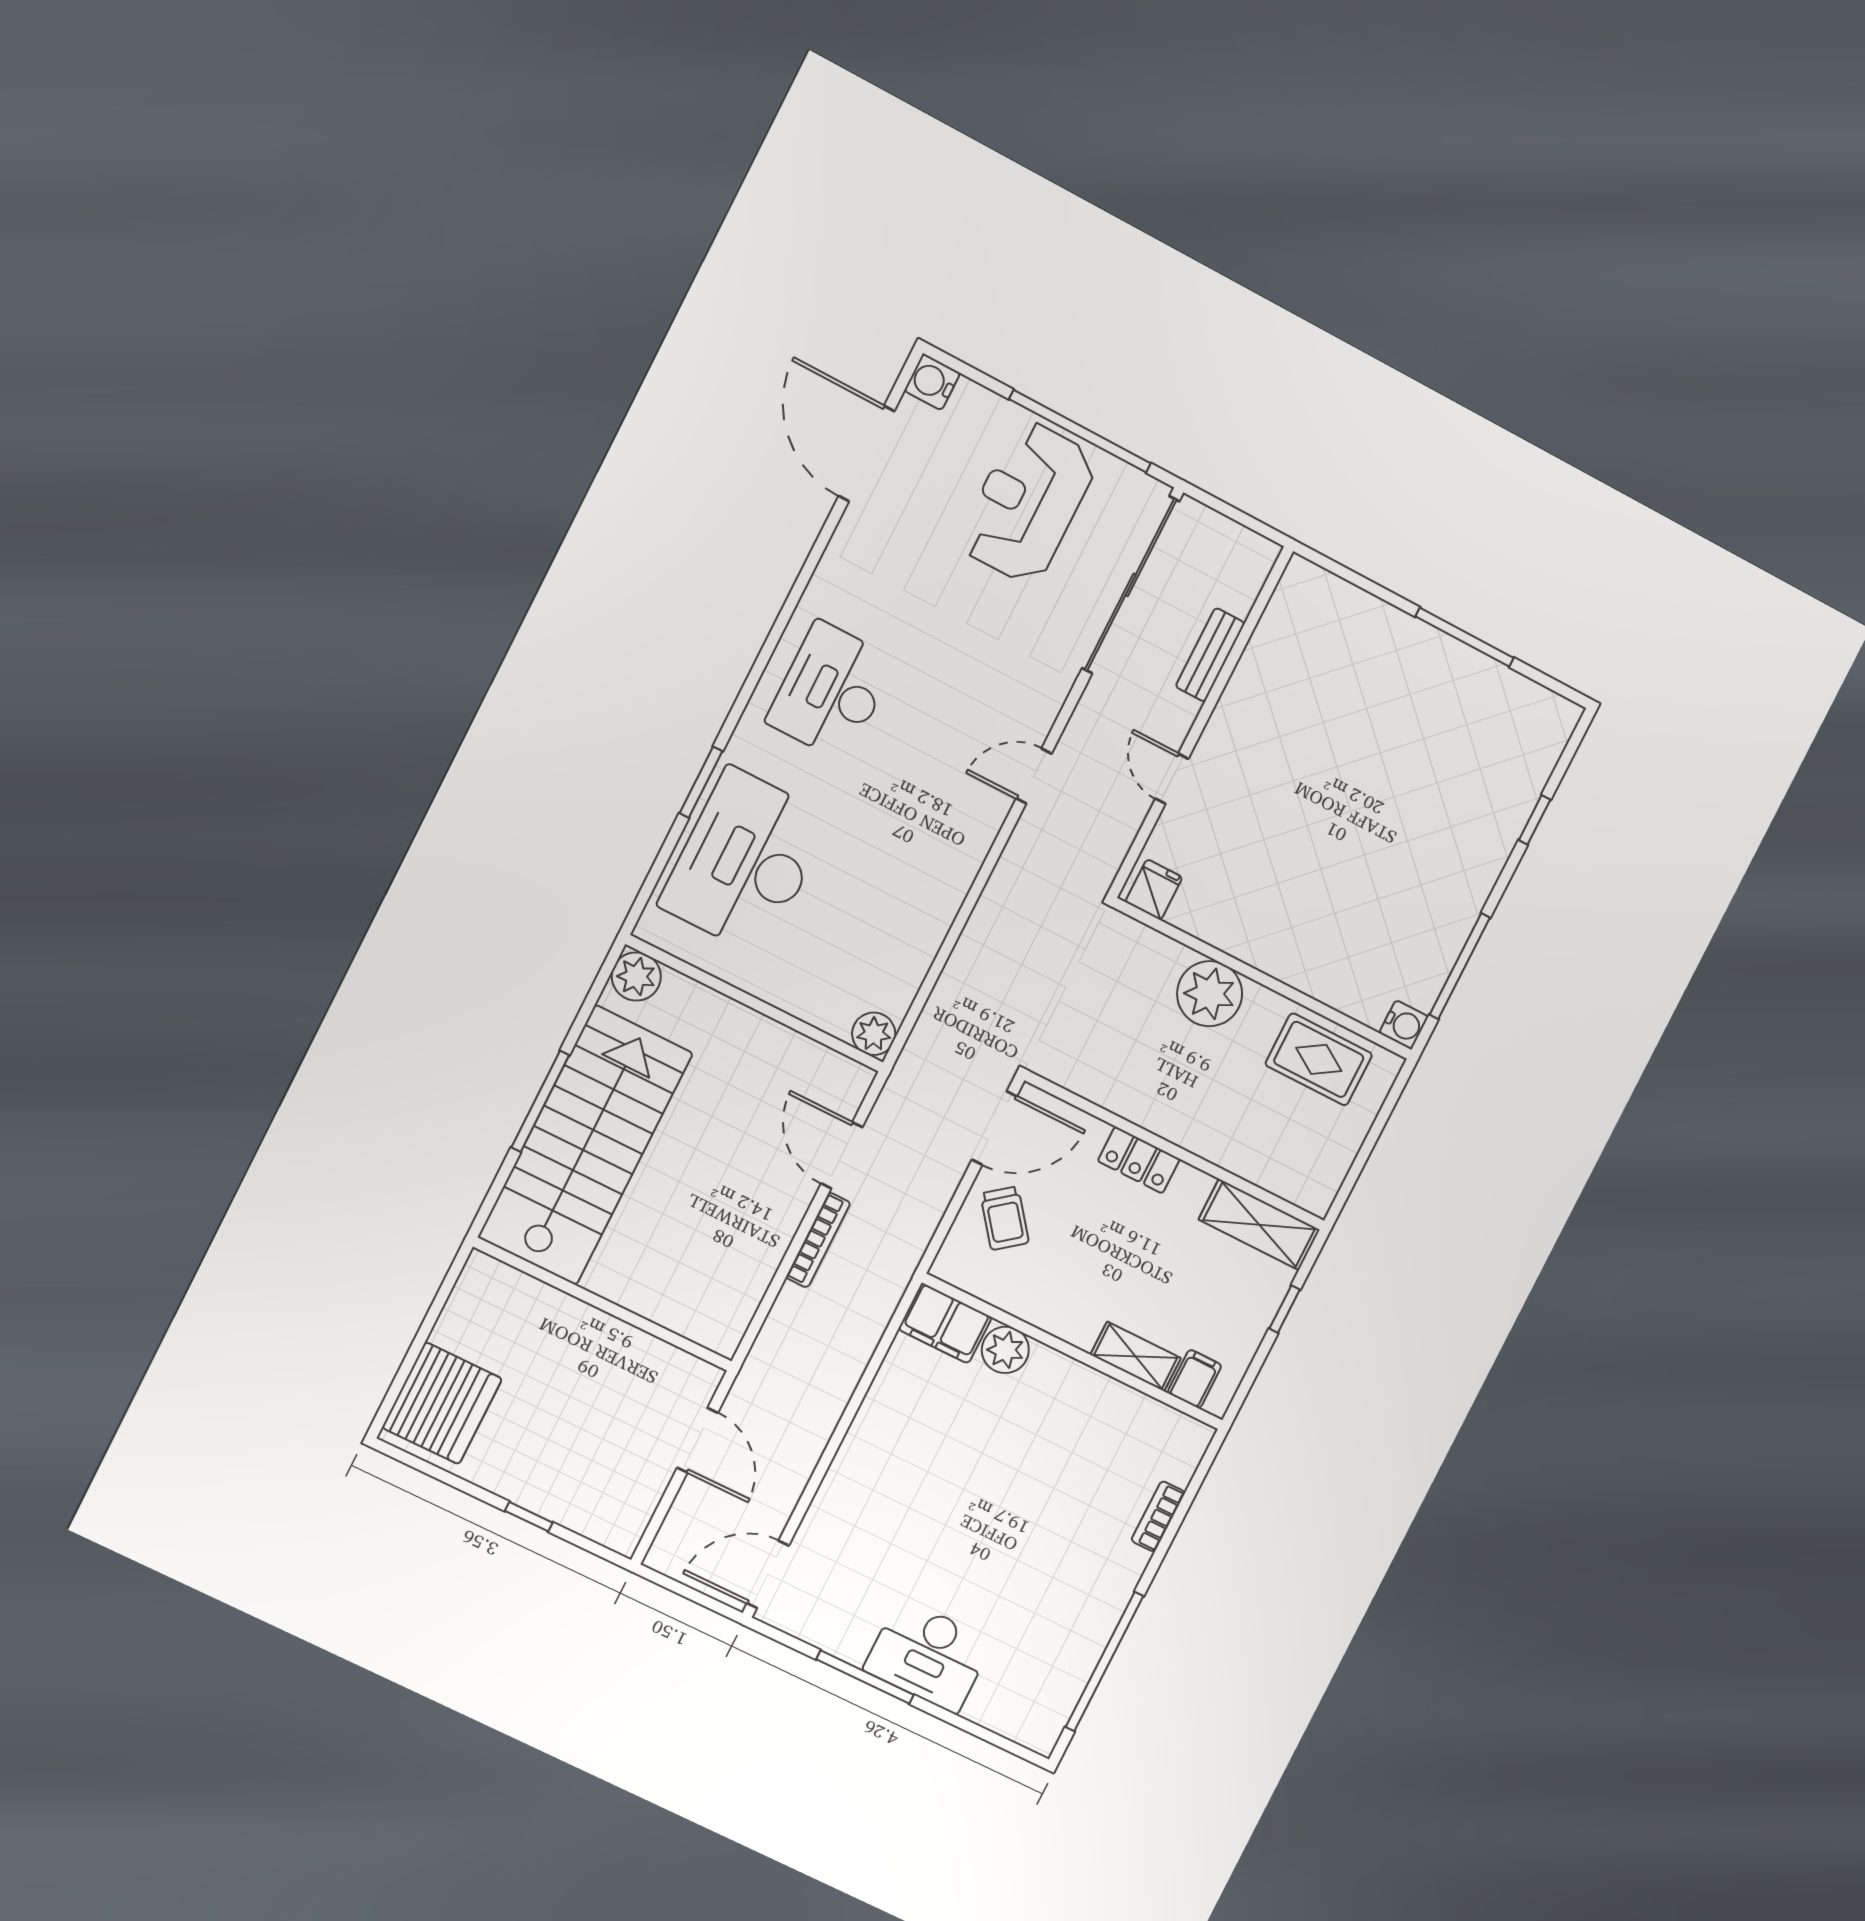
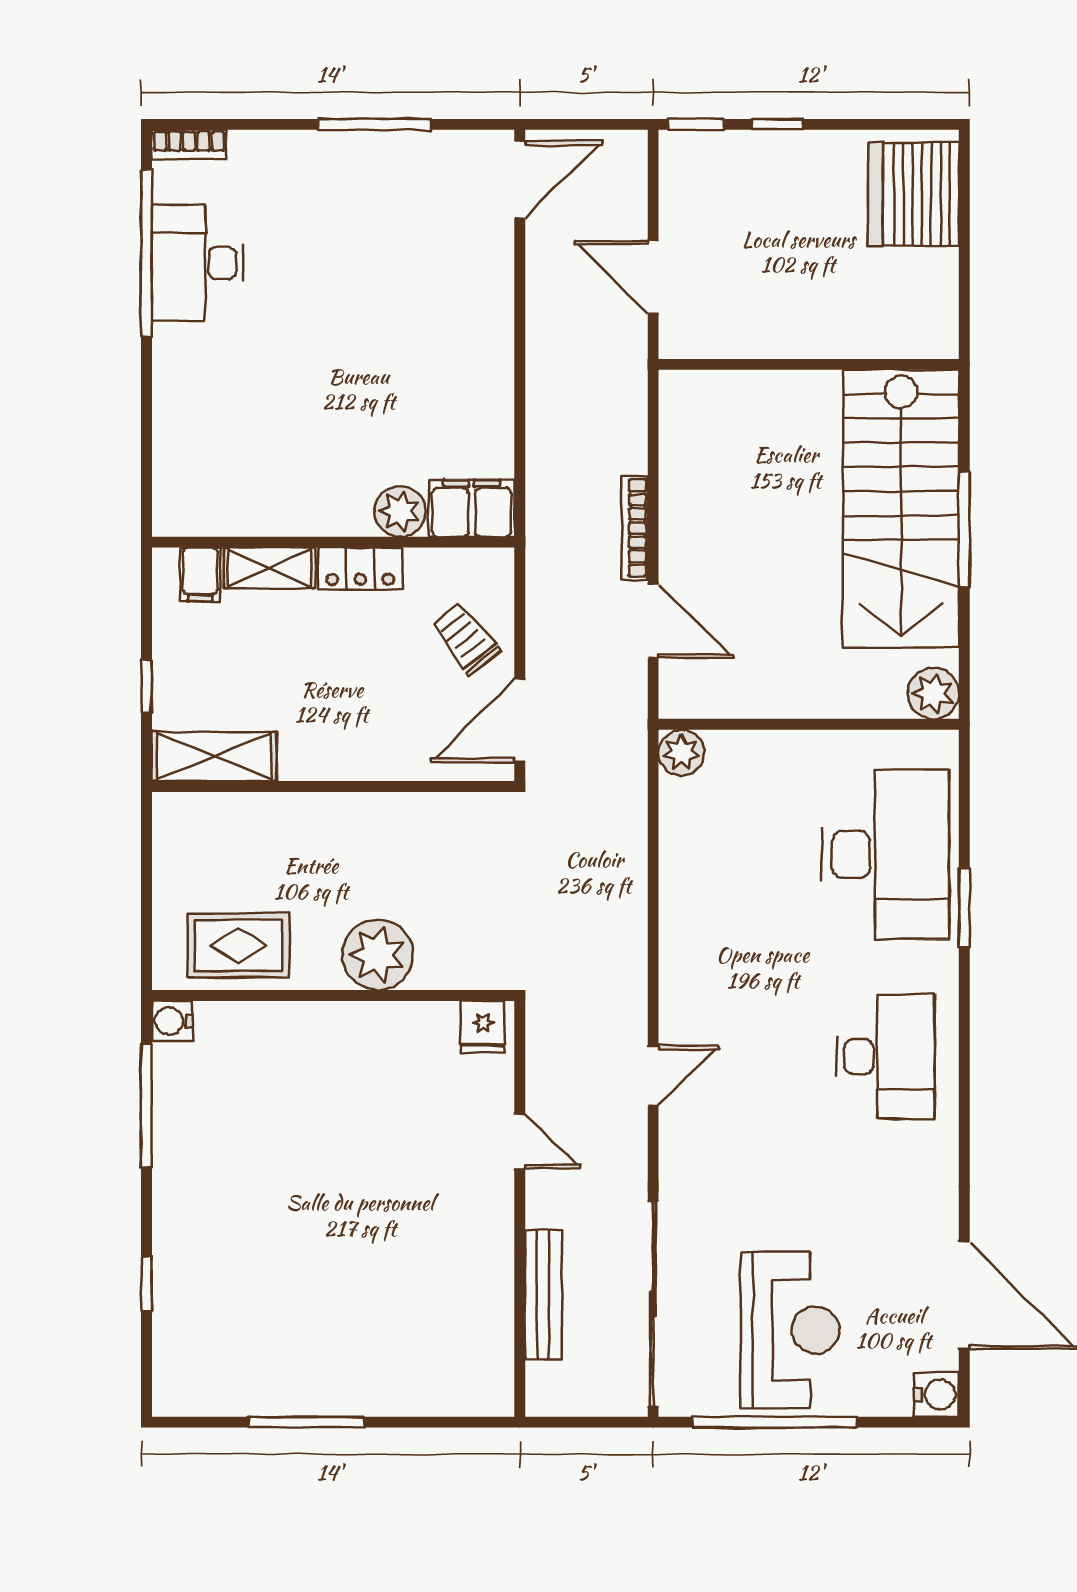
bench: (1210, 655) -> (543, 1295), width x1.36
locker: (1139, 1160) -> (360, 569), moved, turned 180
bookcase: (1158, 1516) -> (189, 145), moved, turned 90
window: (597, 1549) -> (696, 124), added
desk: (928, 1655) -> (198, 263), moved, turned -90

